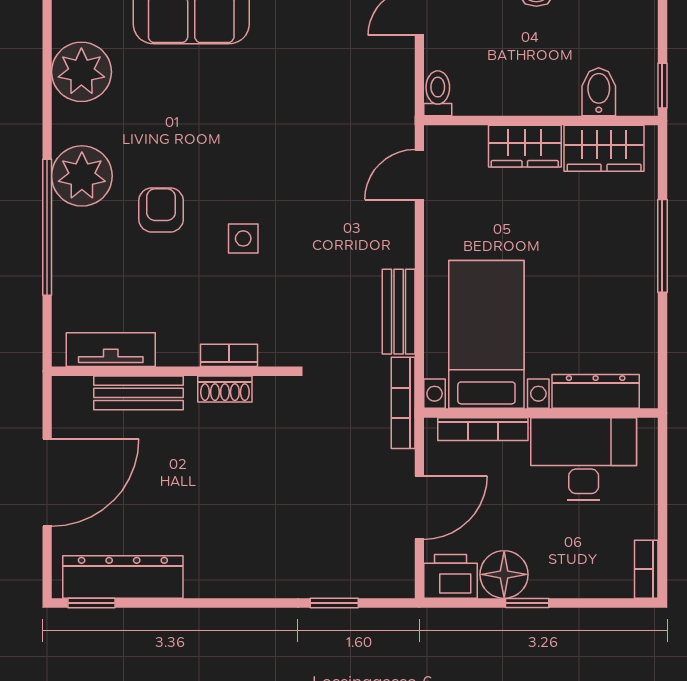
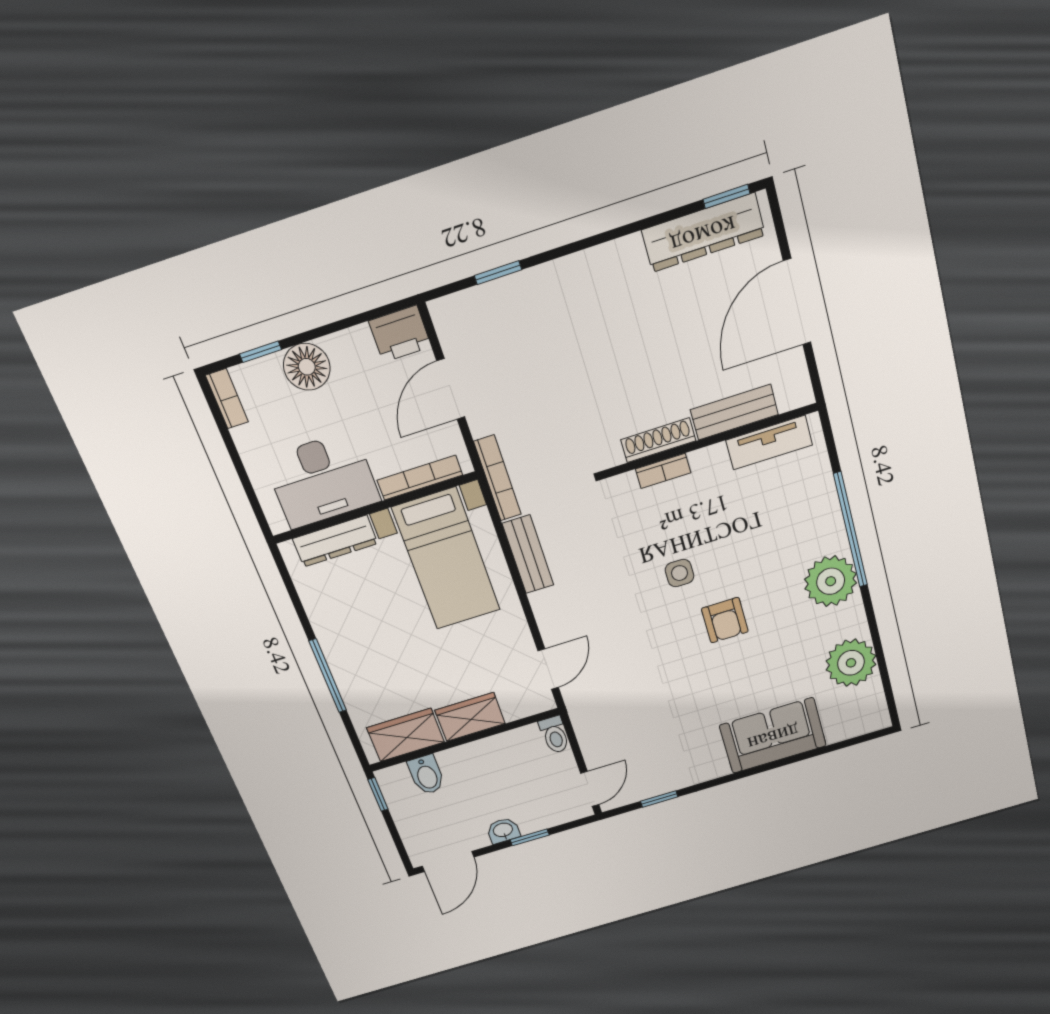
armchair: (161, 210) -> (725, 620), moved
shoe rack: (225, 389) -> (658, 440), width x1.43
floor lamp: (504, 574) -> (307, 367), moved
window: (527, 603) -> (260, 352), moved

